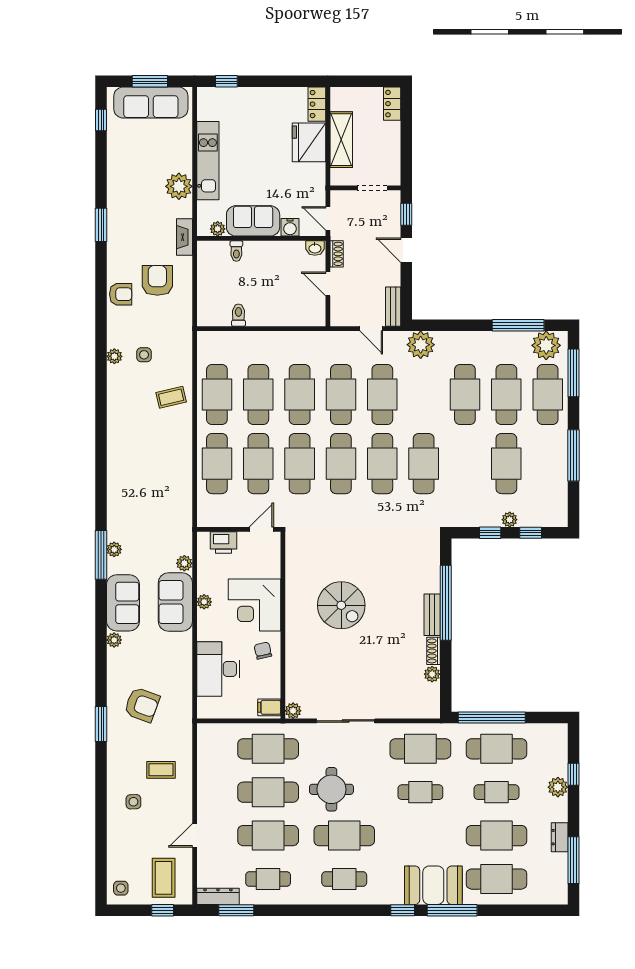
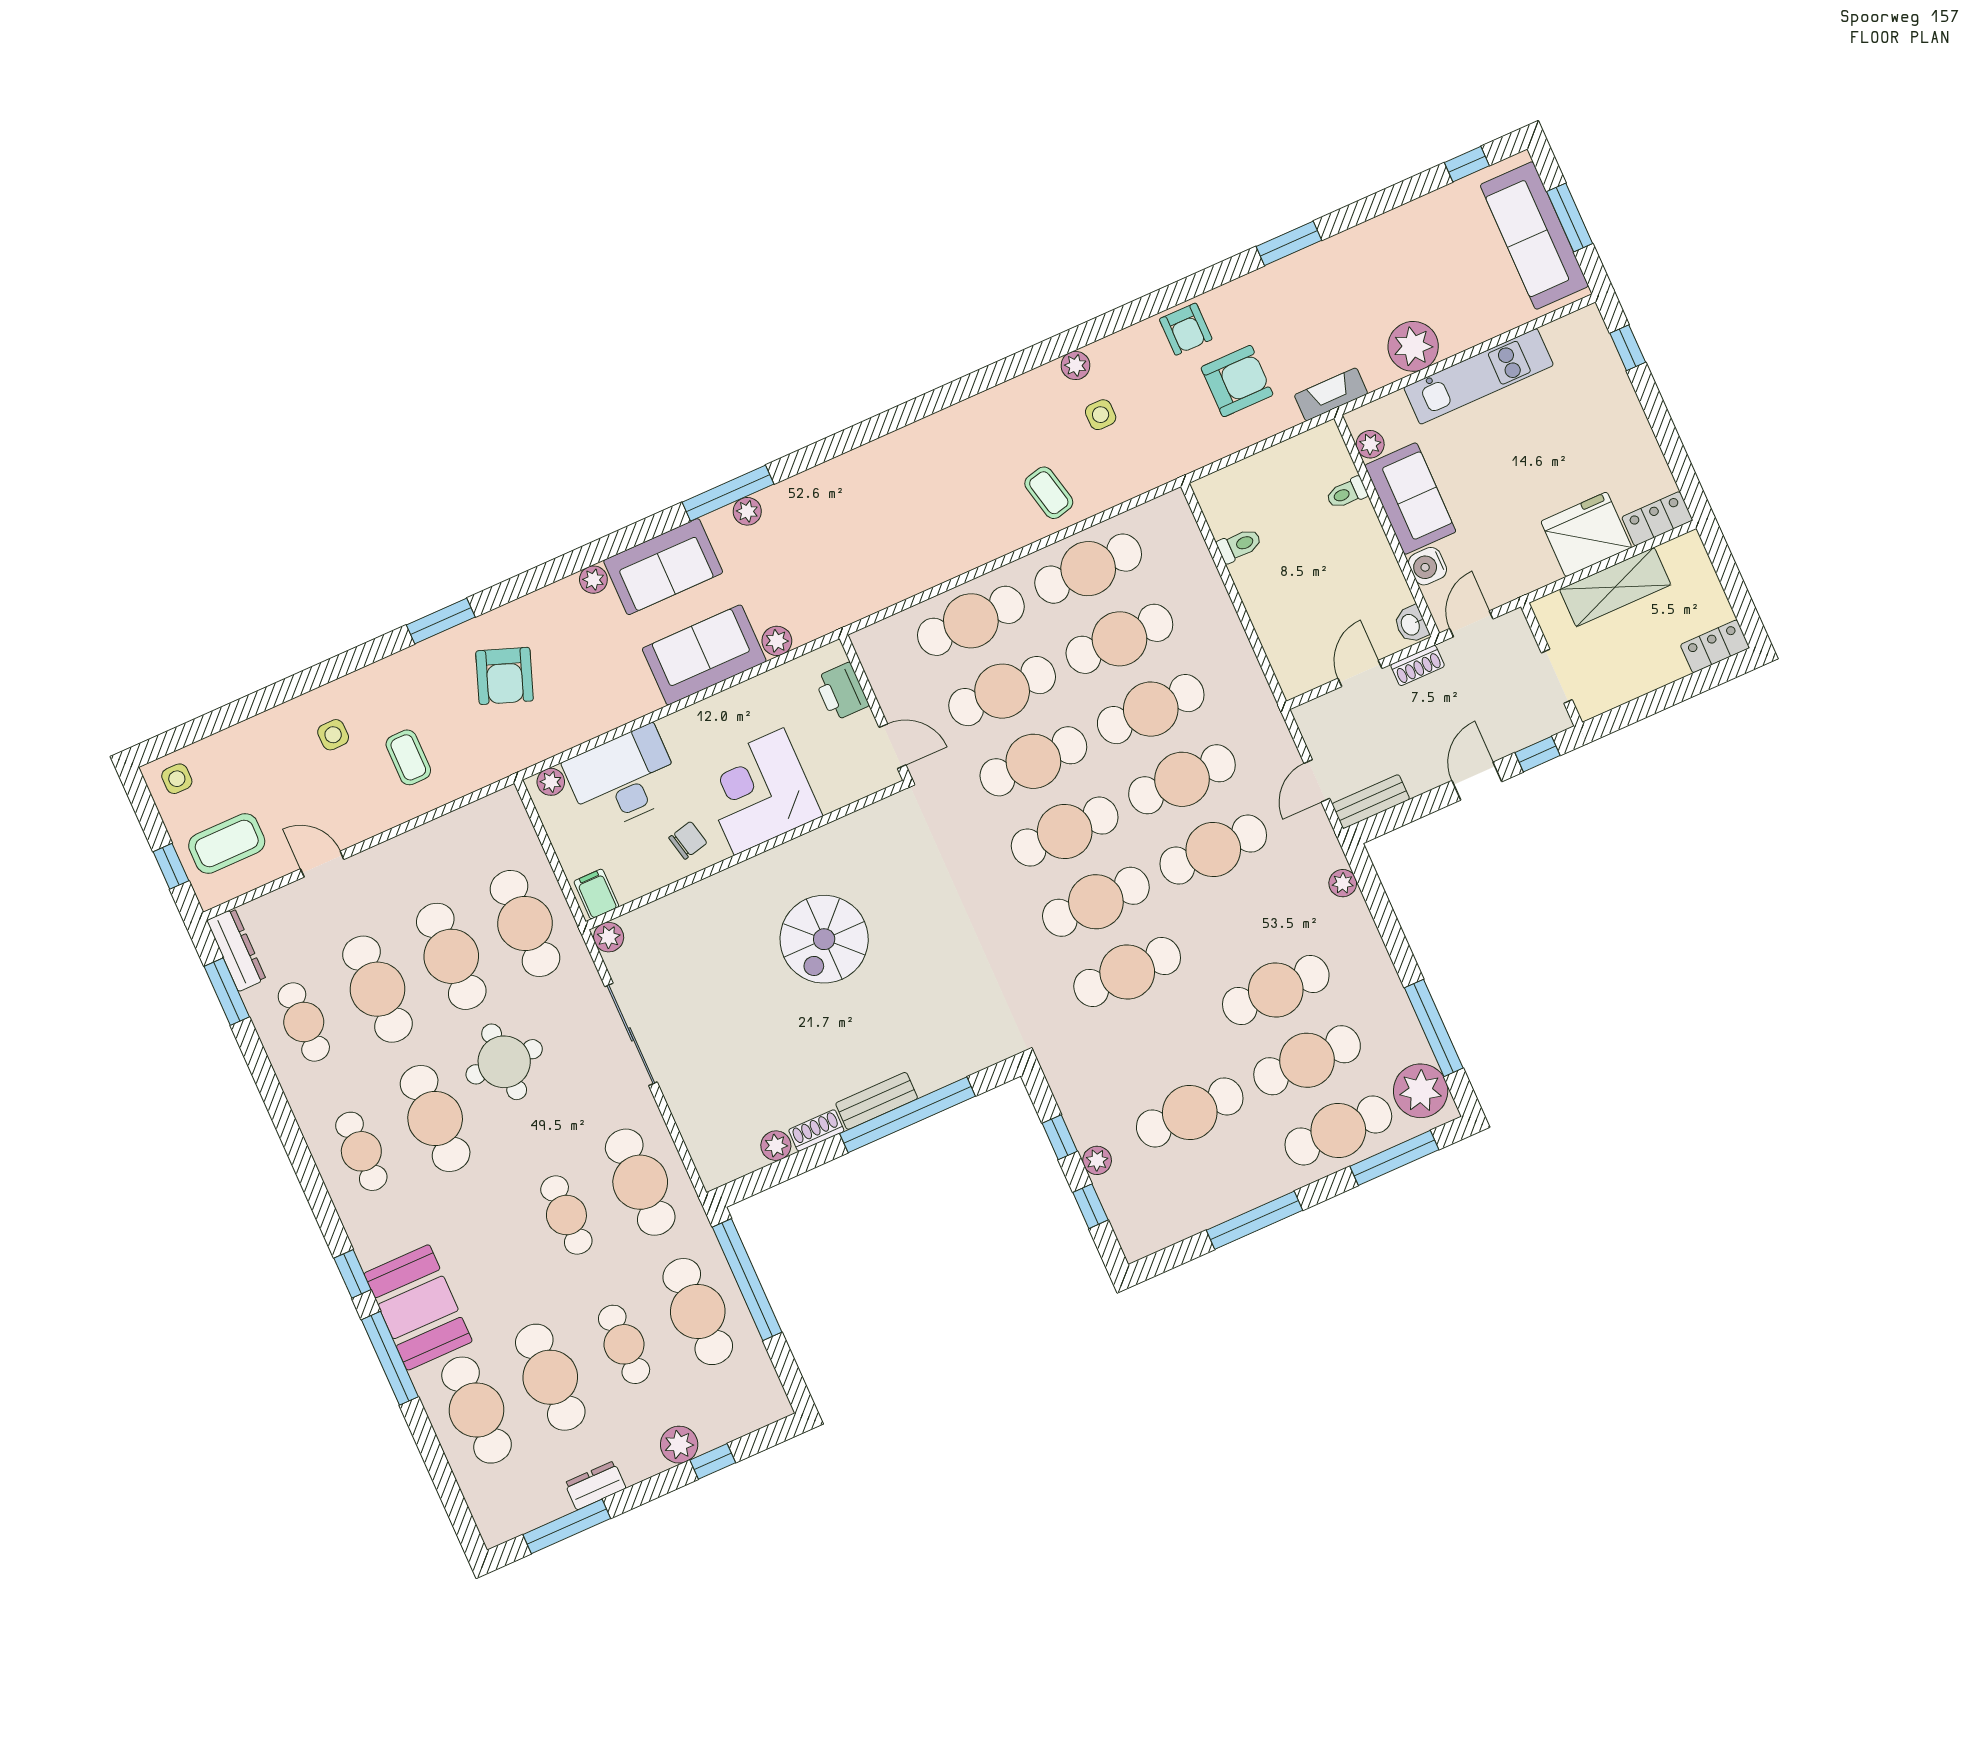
plant: (421, 345) -> (1343, 883), width x0.53, depth x0.53
plant: (204, 602) -> (551, 782), moved

